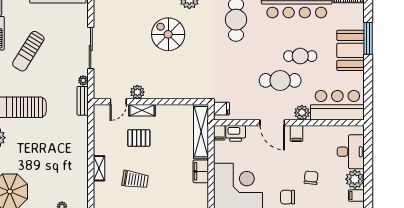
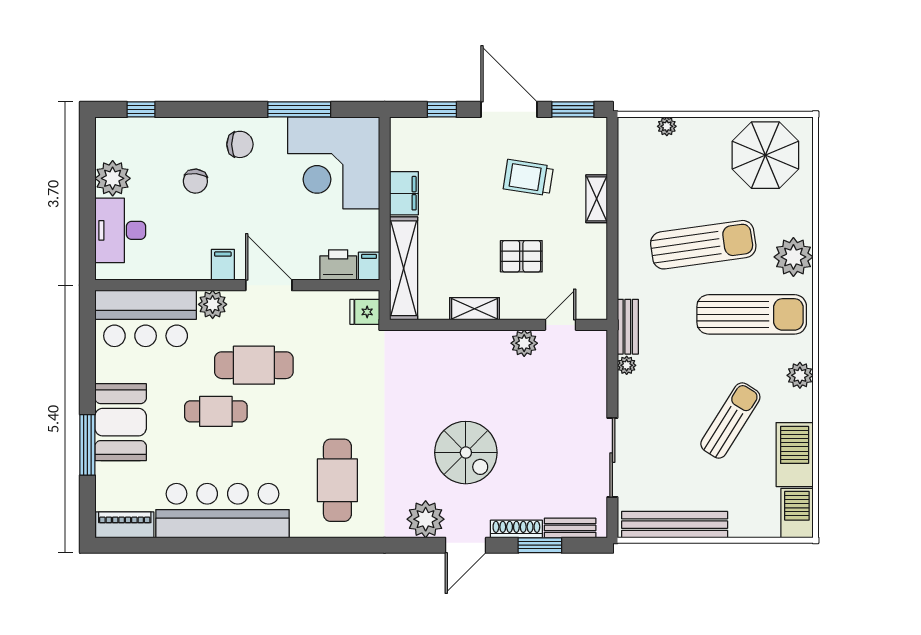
sliding door: (91, 48) -> (612, 458), moved
shelving: (142, 110) -> (475, 309), moved
sun lounger: (43, 144) -> (703, 245), added
filing cabinet: (356, 196) -> (110, 147), removed

